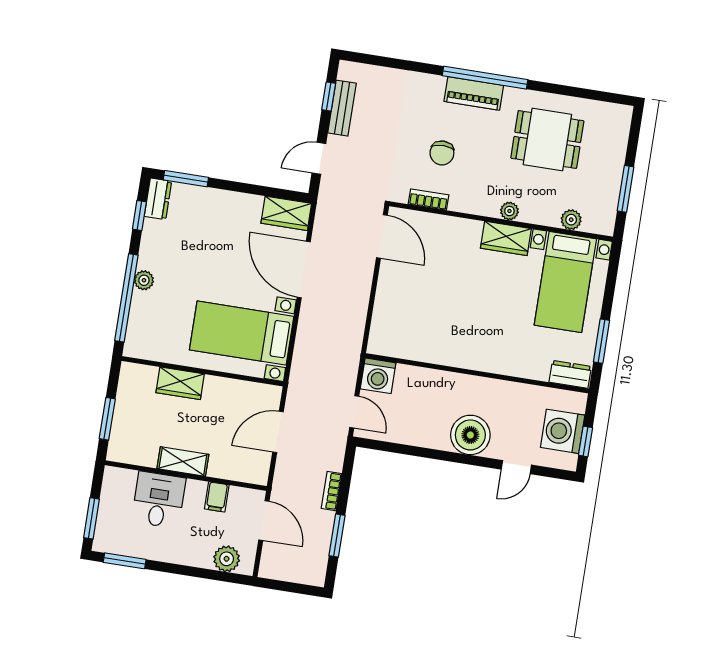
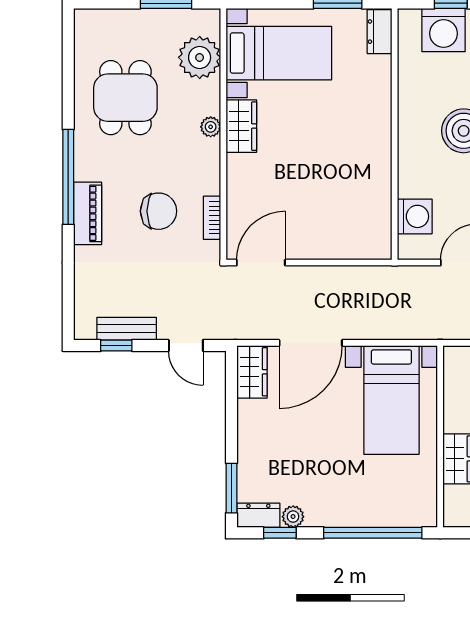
piano: (474, 93) -> (88, 213), moved
chair: (442, 153) -> (159, 211), width x1.37, depth x1.37
plant: (571, 220) -> (200, 57), width x1.88, depth x1.88
plant: (144, 280) -> (293, 517), moved
washing machine: (378, 376) -> (415, 216), moved

